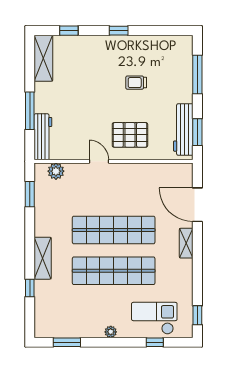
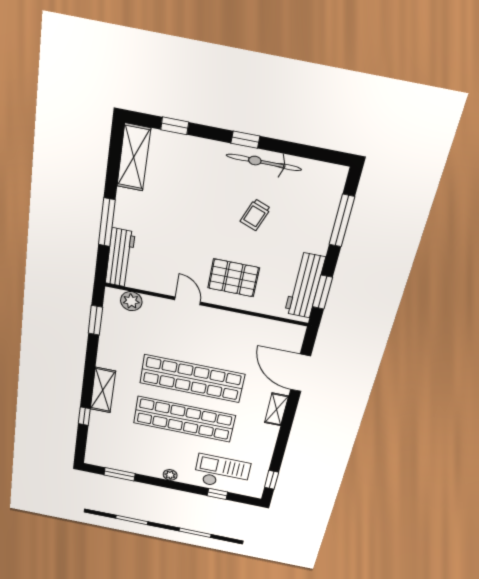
bicycle: (134, 44) -> (264, 162), added
trolley: (136, 83) -> (255, 215), turned -69

